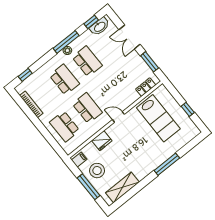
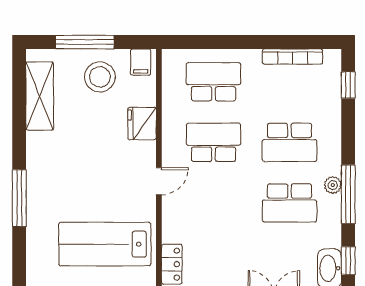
school desk: (87, 108) -> (214, 142), turned 180

